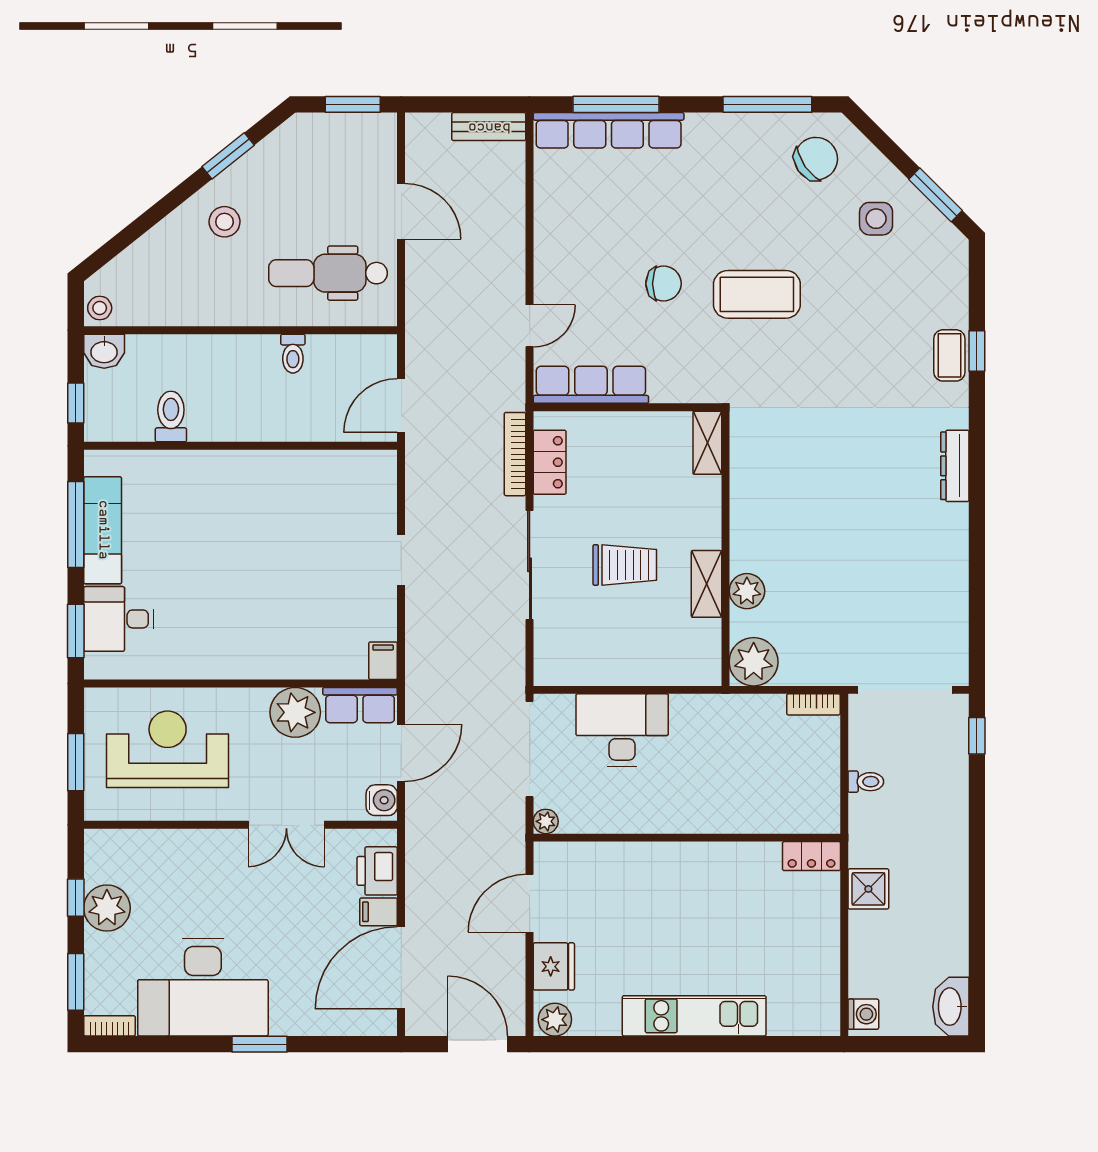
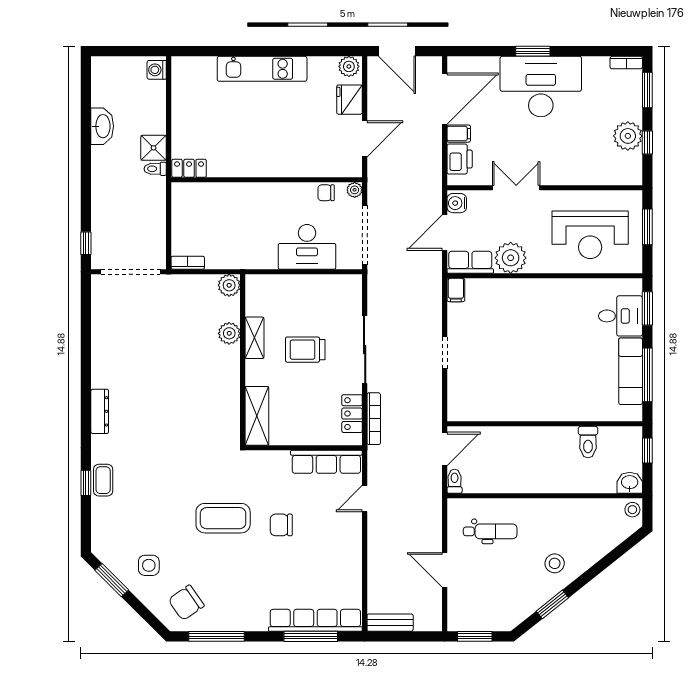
dental chair: (328, 273) -> (490, 531), width x0.73, depth x0.72
toilet: (293, 354) -> (455, 481), moved
shelving: (707, 443) -> (257, 416), width x1.50, depth x1.33
plant: (754, 662) -> (229, 285), width x0.73, depth x0.73
toilet: (866, 782) -> (155, 169), moved
chair: (591, 817) -> (326, 193), added
desk: (203, 987) -> (541, 87), moved
washbasin: (951, 1007) -> (102, 126), moved

